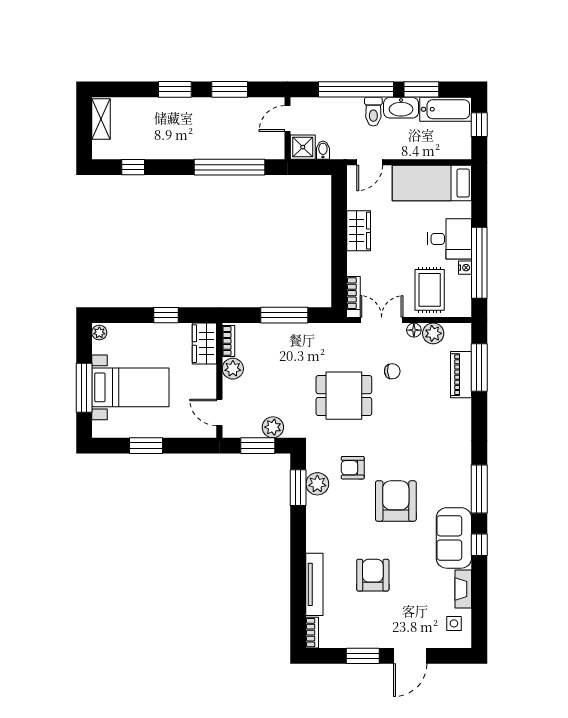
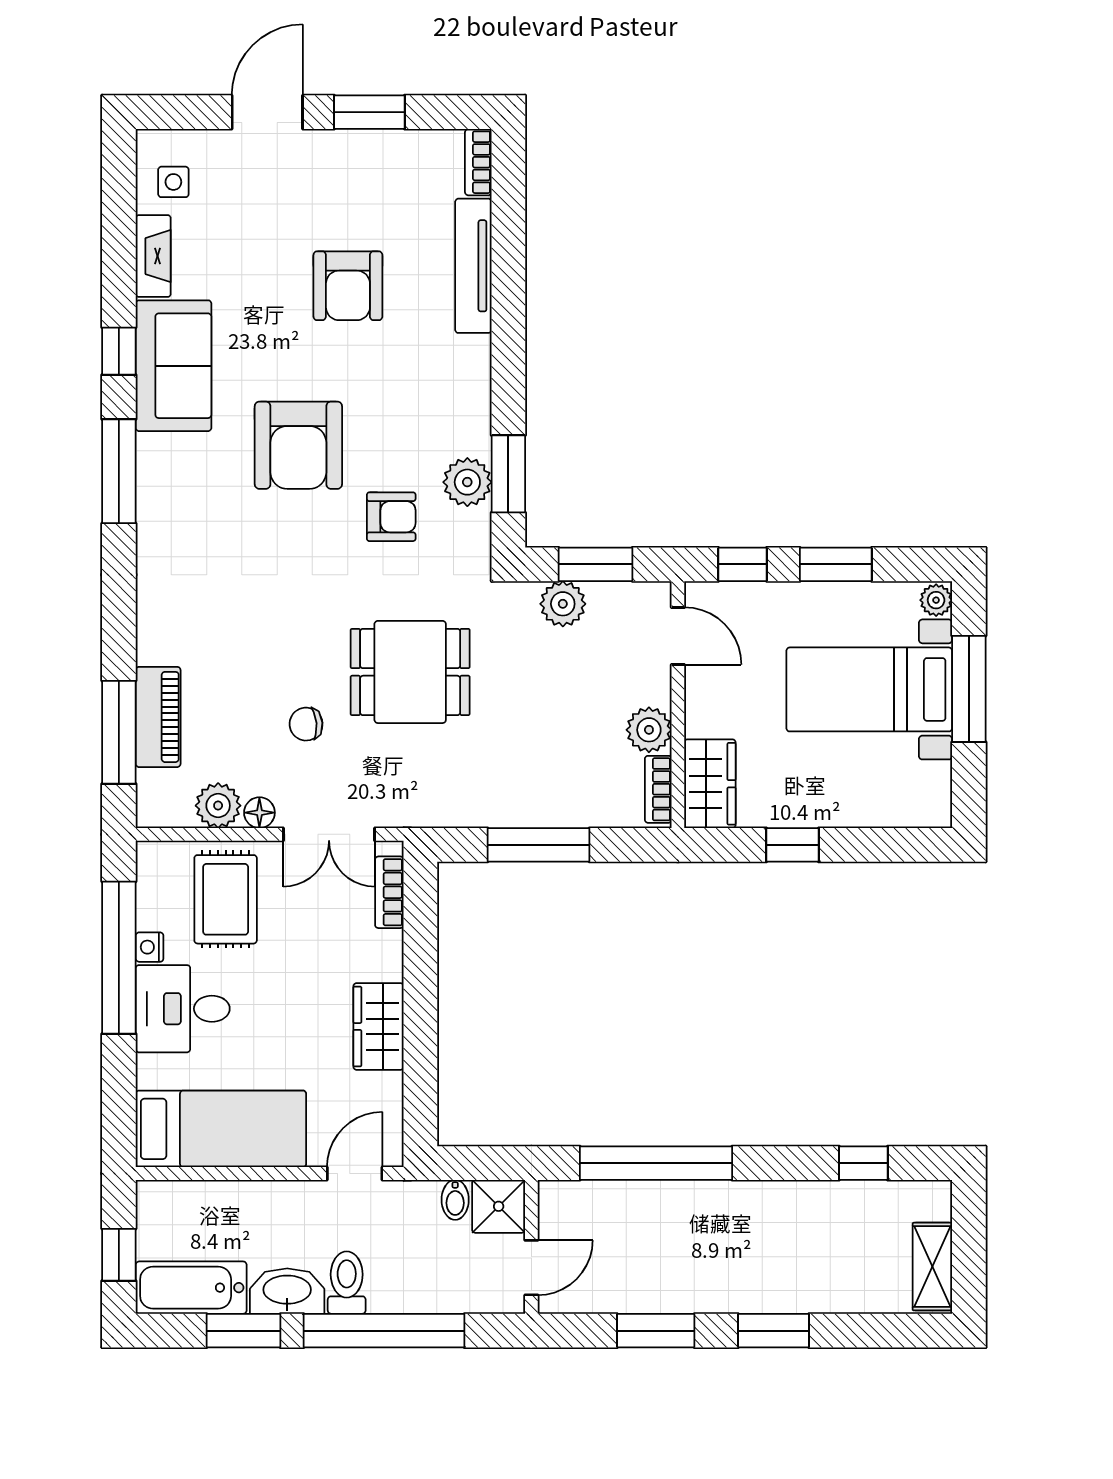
plant: (99, 332) -> (936, 600), moved
window: (189, 446) -> (743, 564), added

